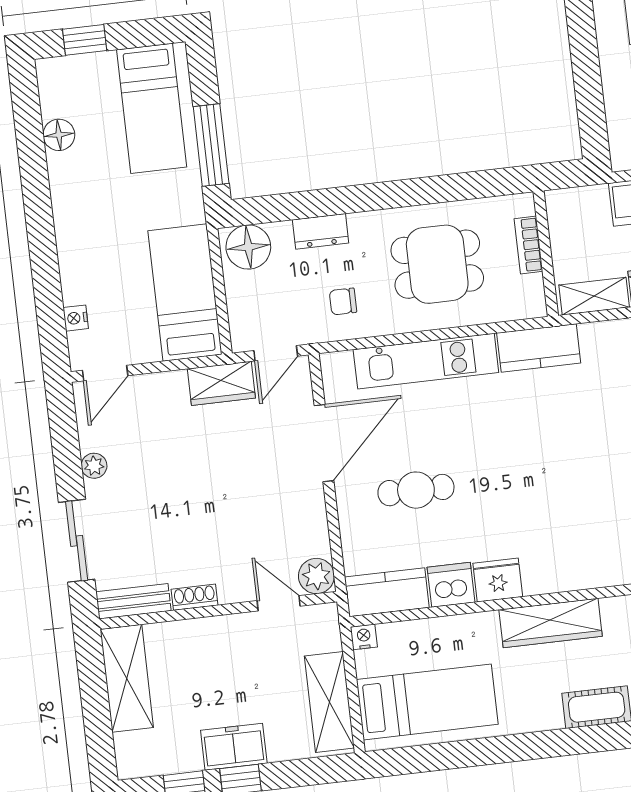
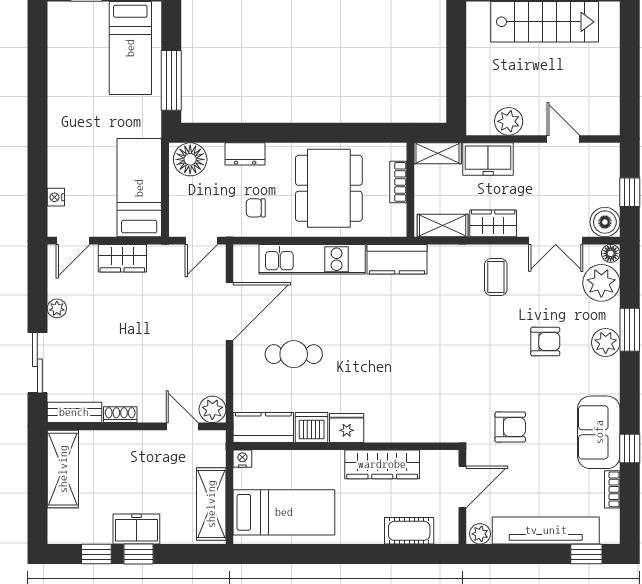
floor lamp: (59, 135) -> (59, 60), removed
shelving: (576, 201) -> (438, 153), added
dining table: (437, 264) -> (329, 188), width x1.37
wardrobe: (221, 383) -> (122, 258), moved

